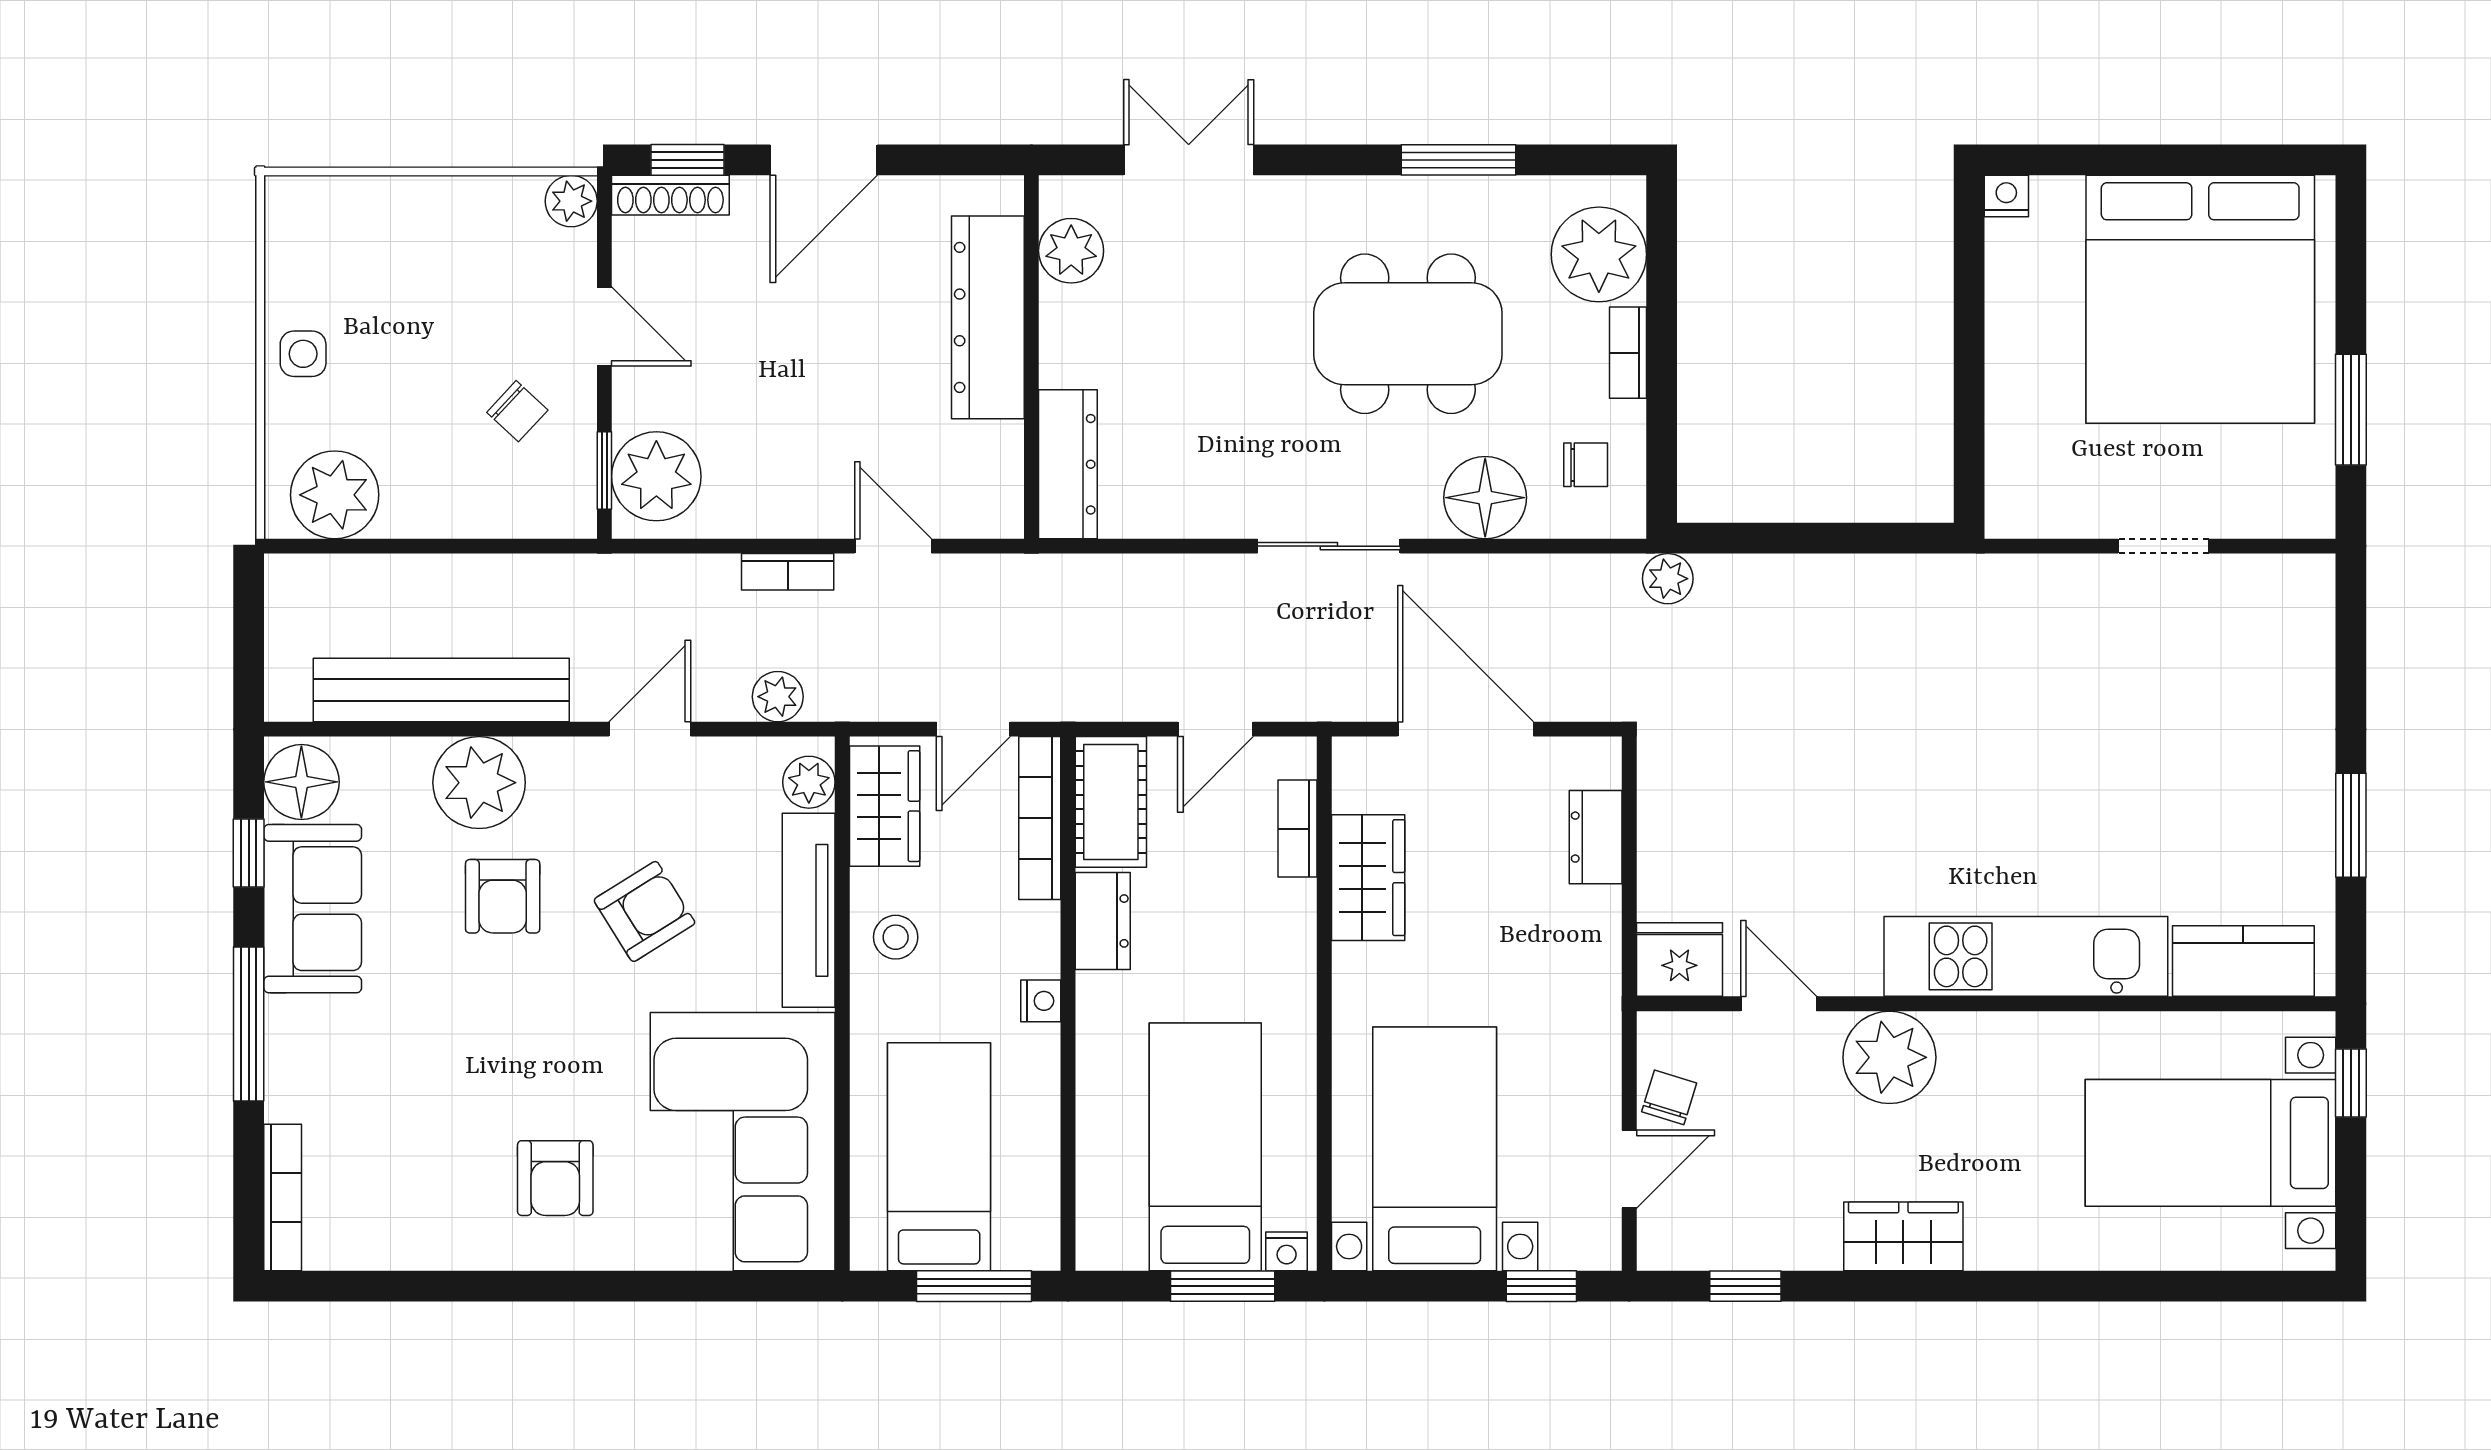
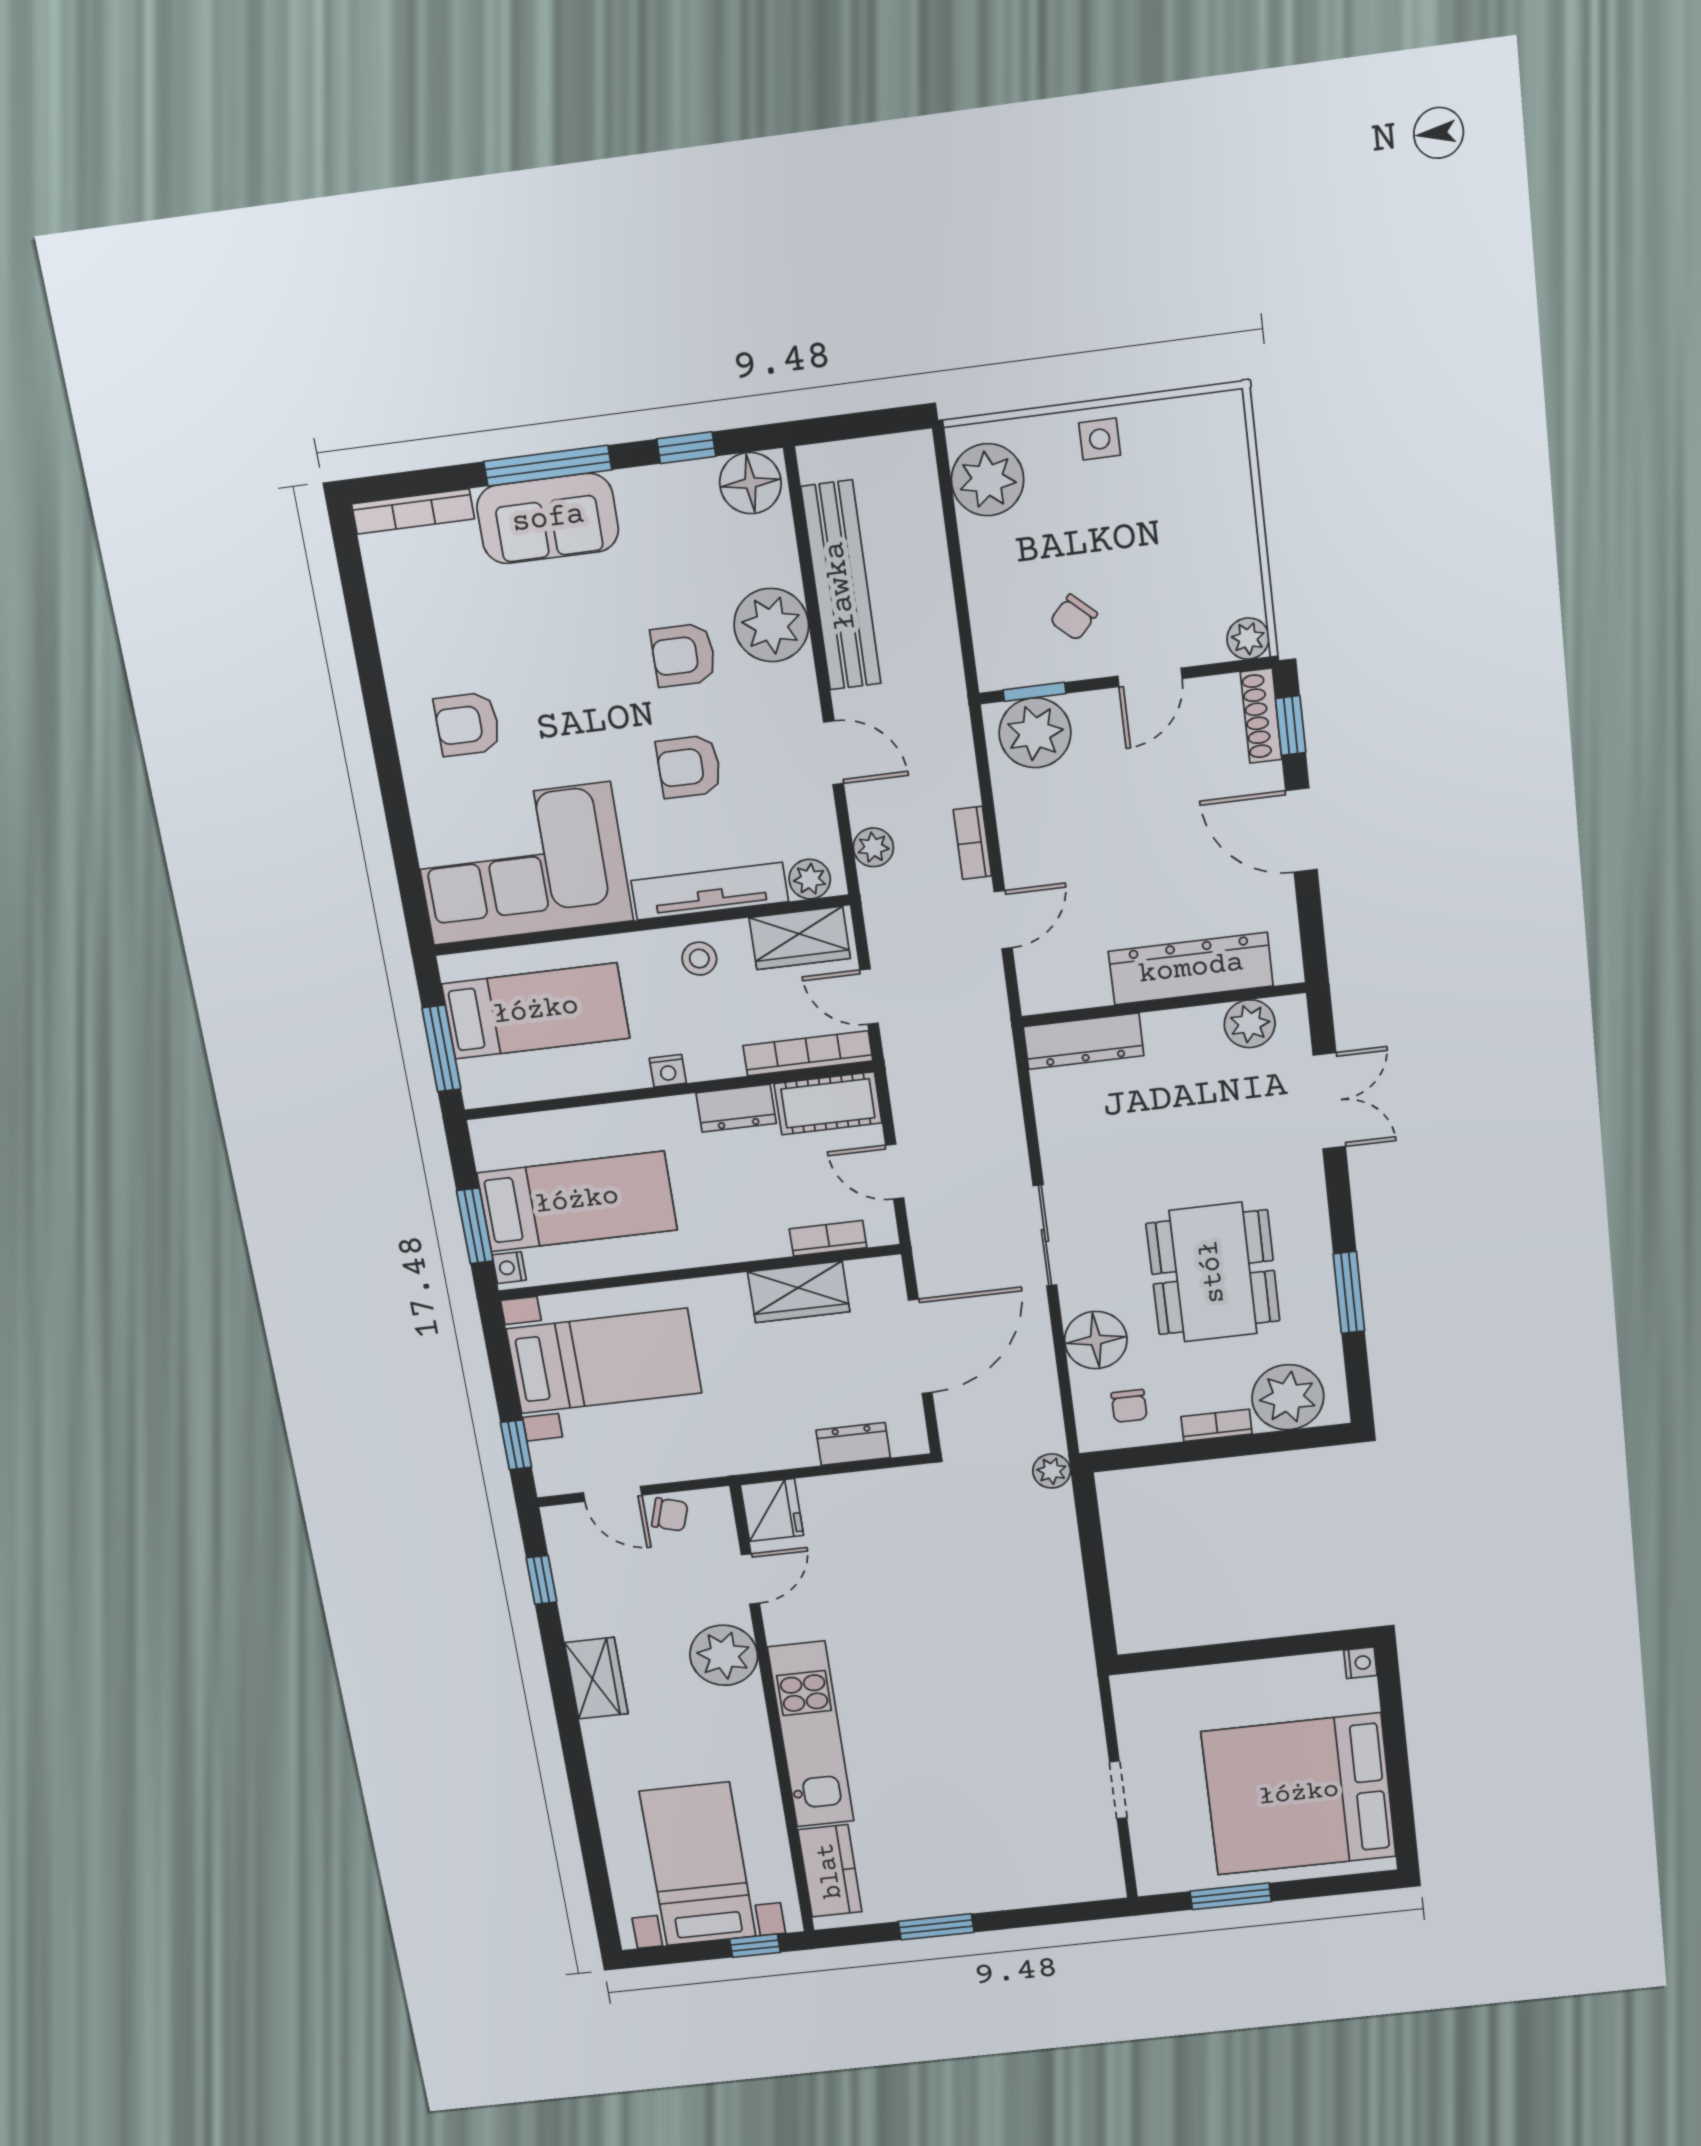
sofa: (313, 909) -> (548, 519), moved
armchair: (644, 911) -> (689, 767), turned 122

